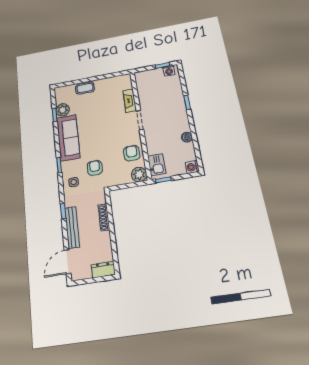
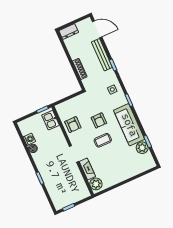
washing machine: (169, 71) -> (62, 204), removed
coffee table: (85, 88) -> (103, 140), moved
washing machine: (192, 167) -> (29, 139), moved
armchair: (95, 168) -> (99, 120), moved
plant: (139, 174) -> (96, 184), moved
door: (68, 262) -> (97, 29), hinge flipped

